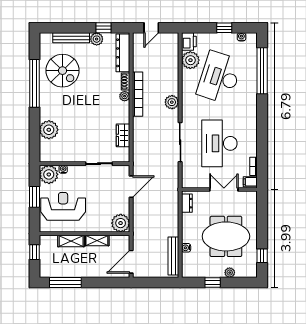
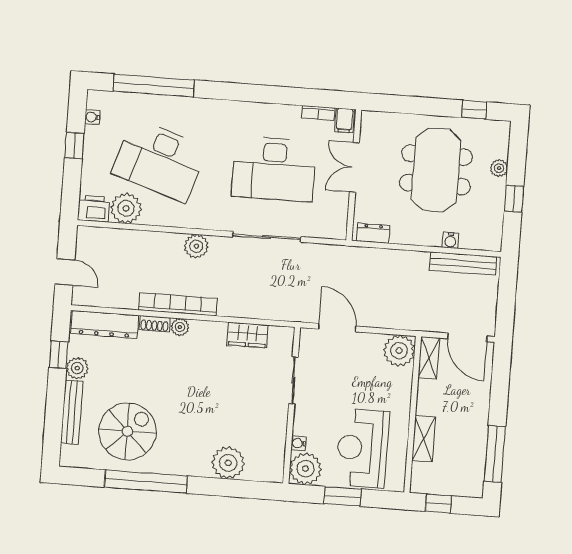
shelving: (97, 240) -> (429, 358), moved

